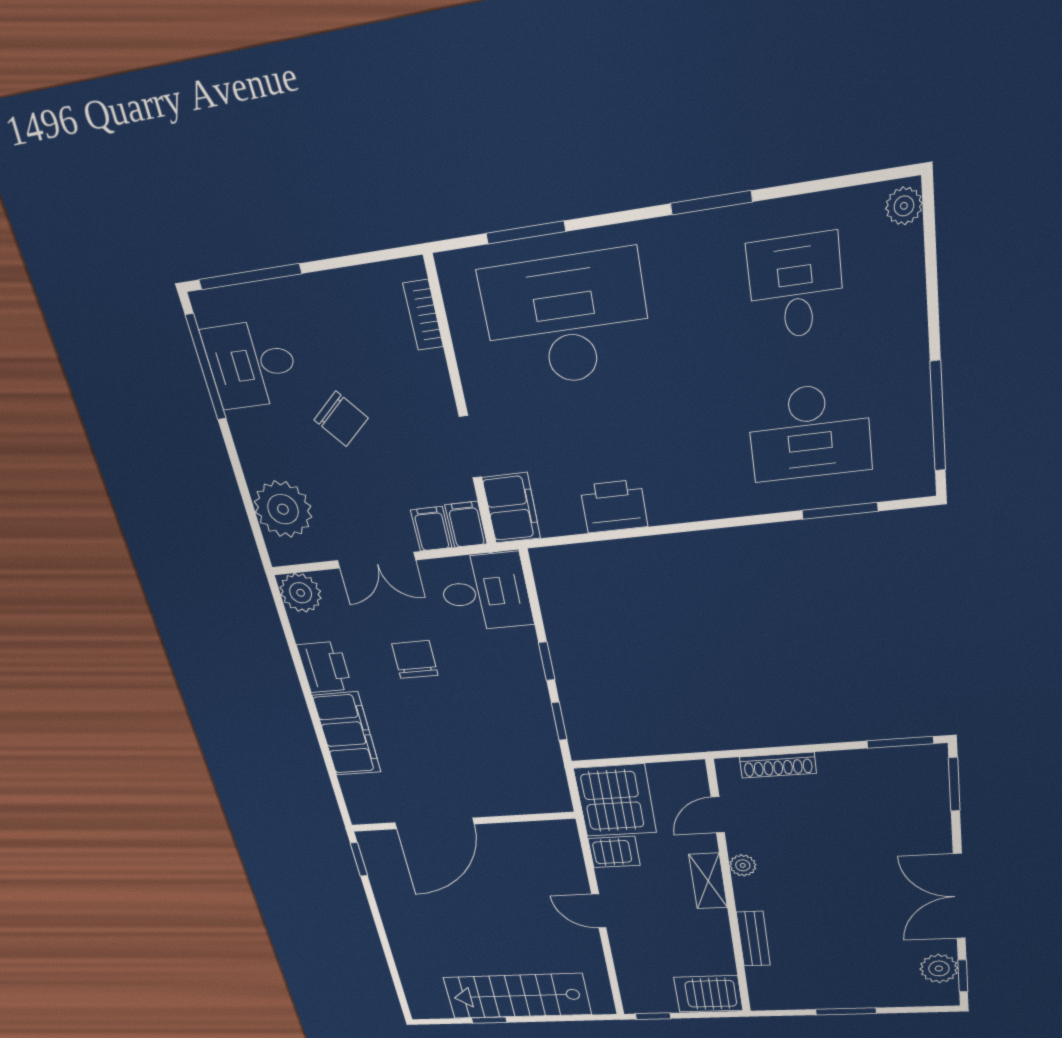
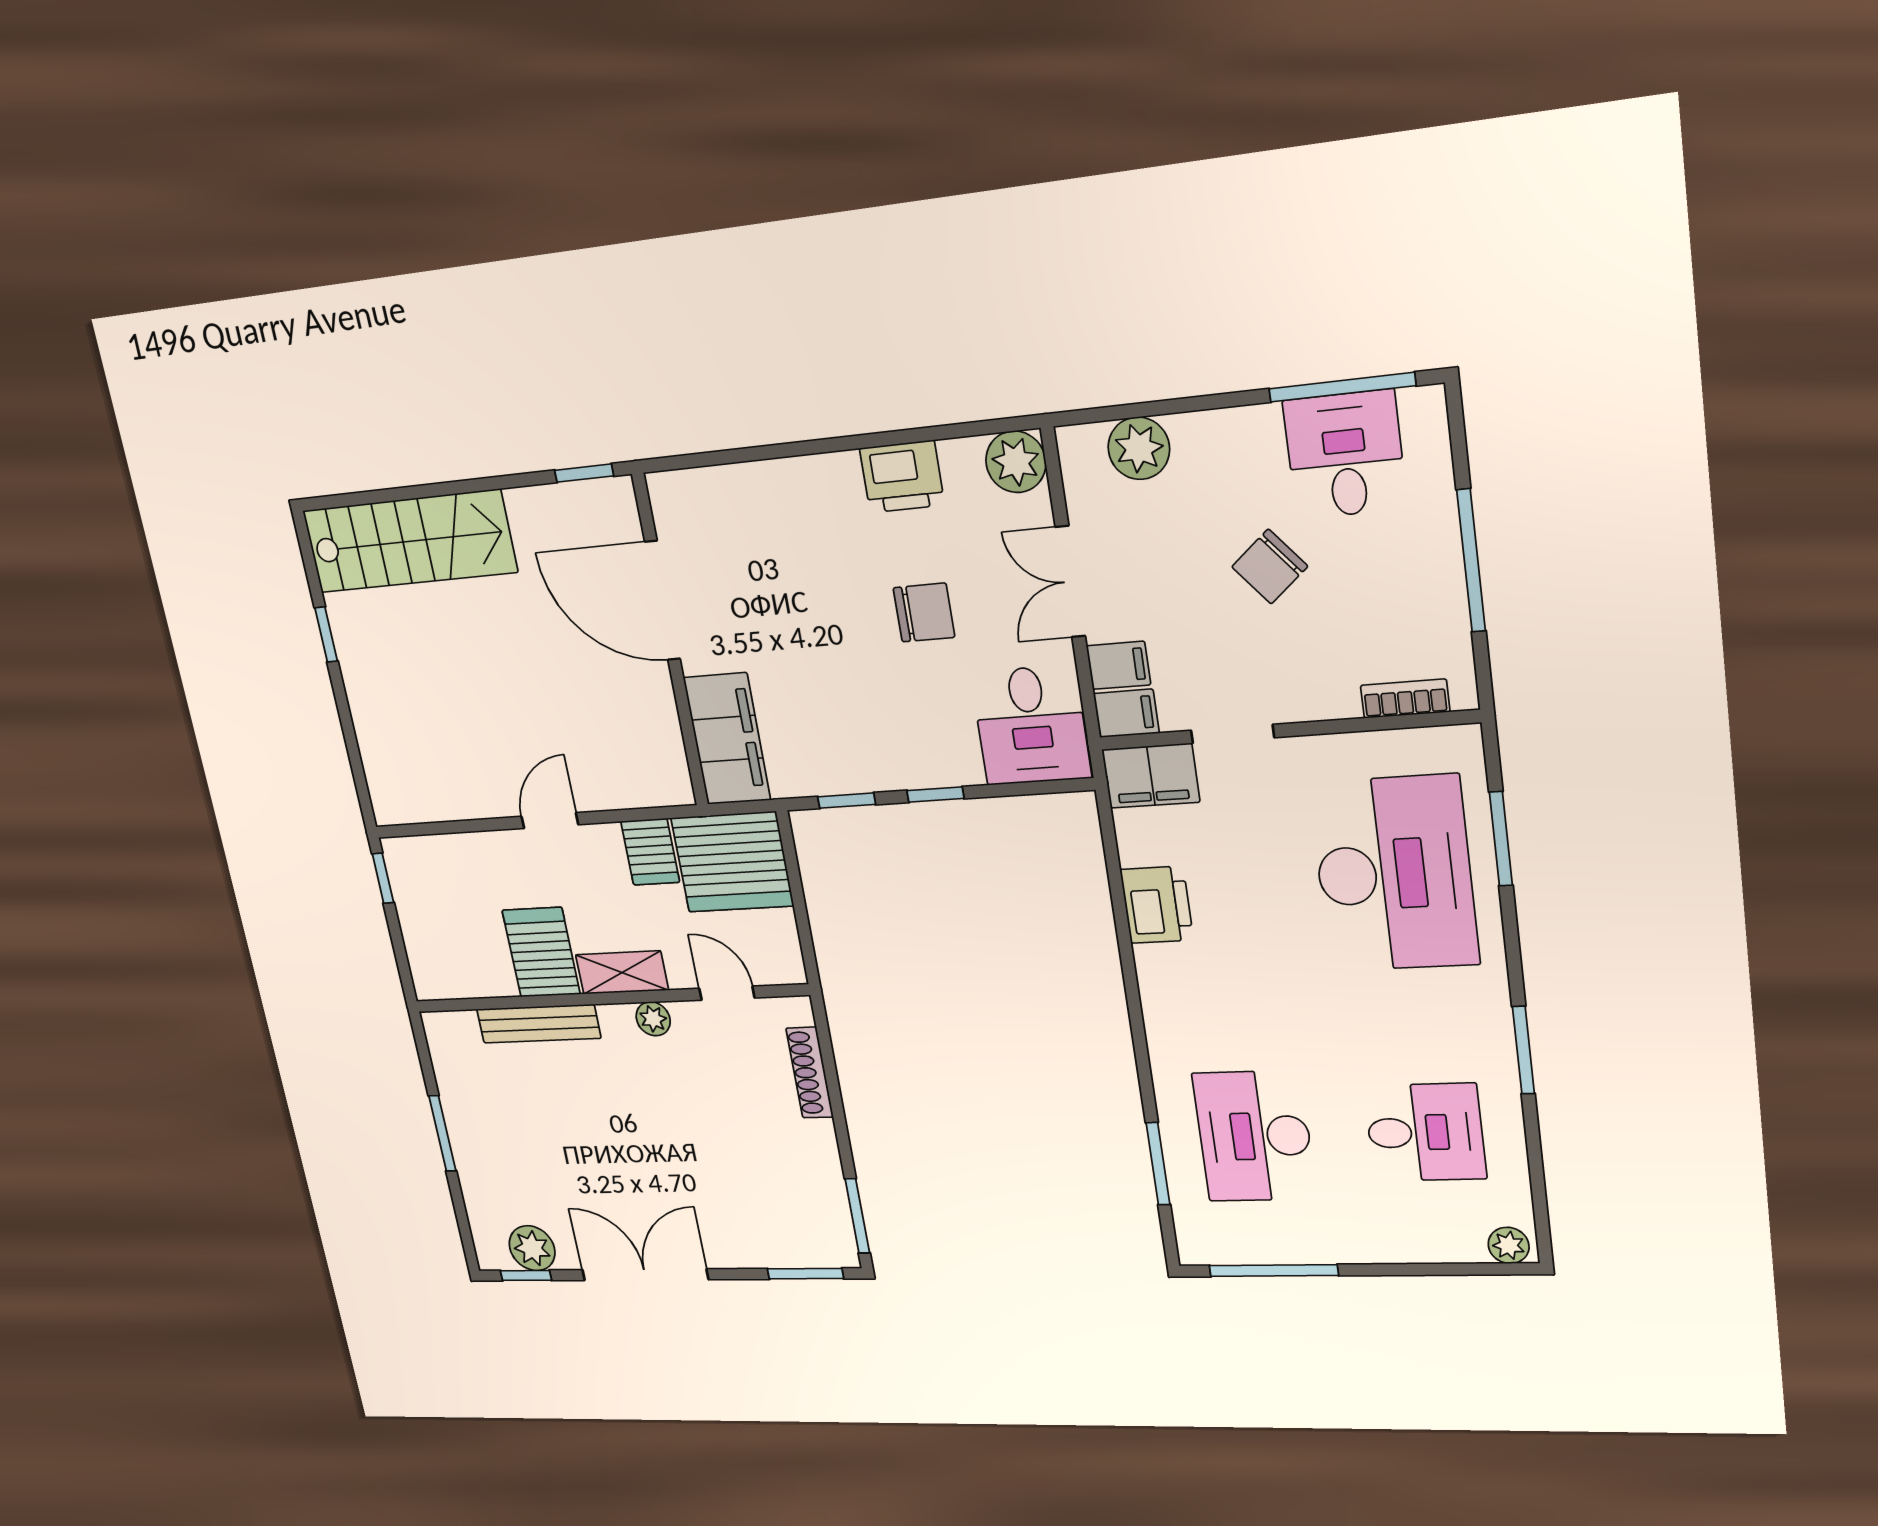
window: (250, 277) -> (1471, 561), moved
plant: (283, 509) -> (1139, 448), width x0.73, depth x0.73
filing cabinet: (347, 734) -> (727, 739), moved, turned -90
bench: (753, 939) -> (539, 1024), width x1.36
server rack: (708, 994) -> (541, 952), moved
stairs: (517, 996) -> (410, 541), moved, turned 90

